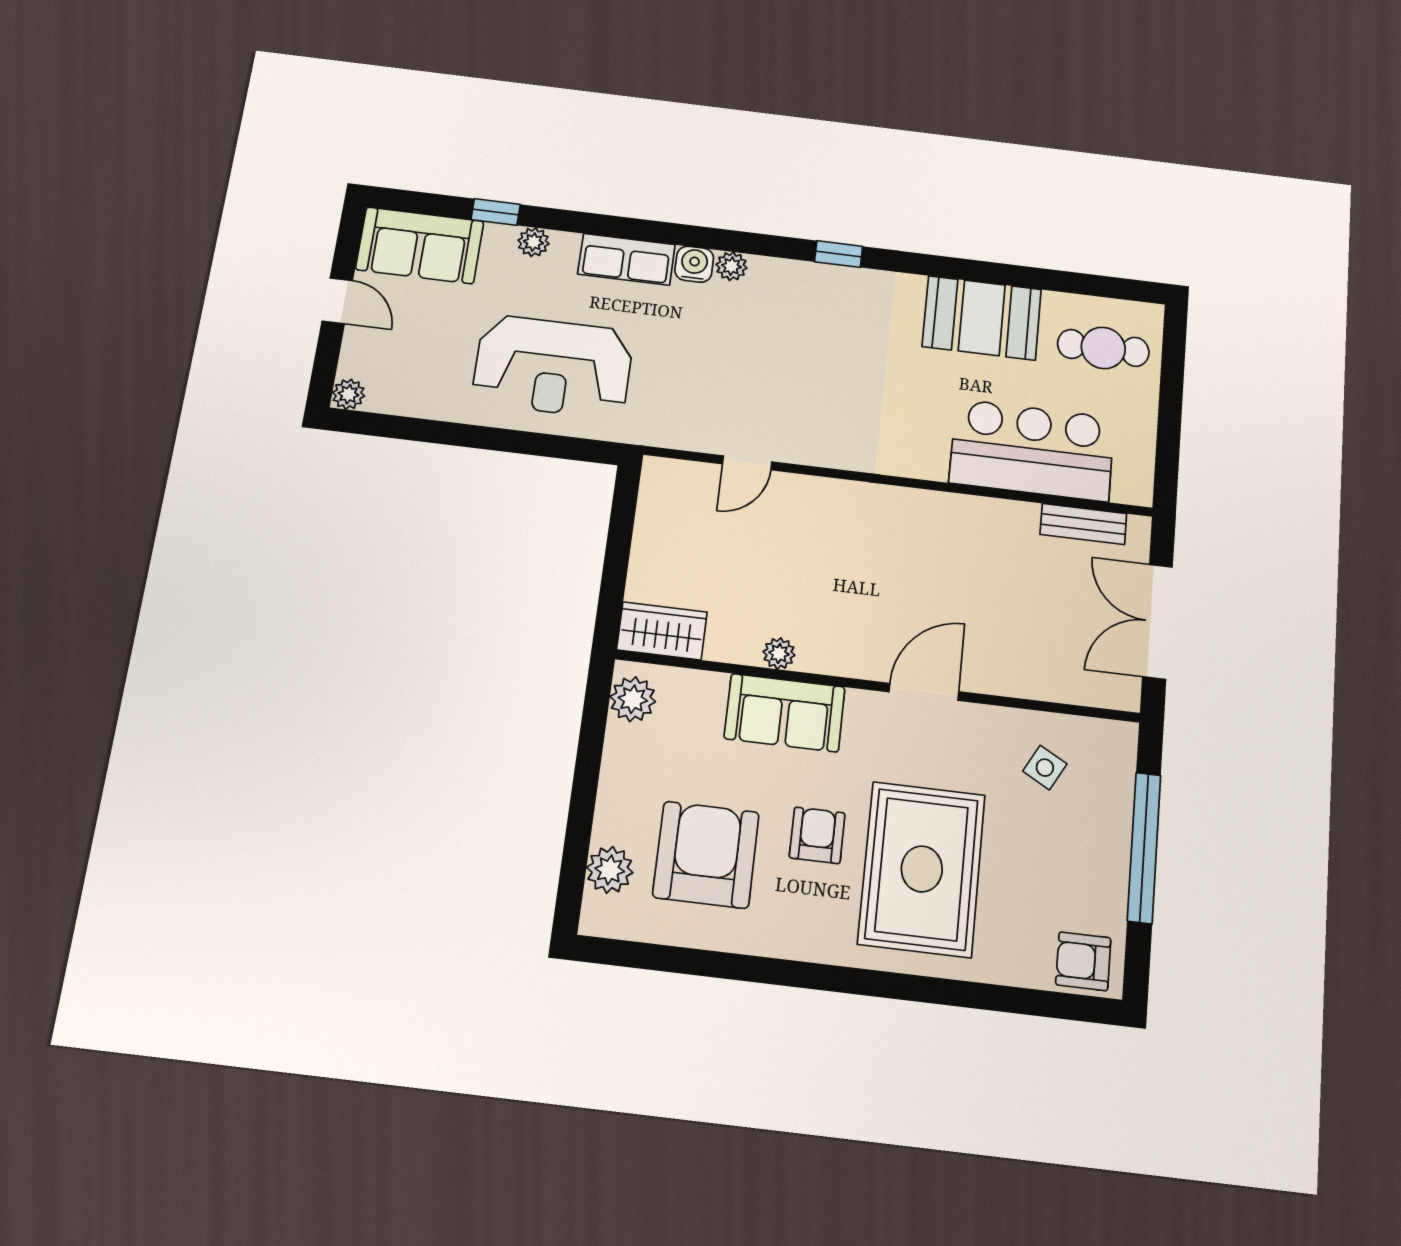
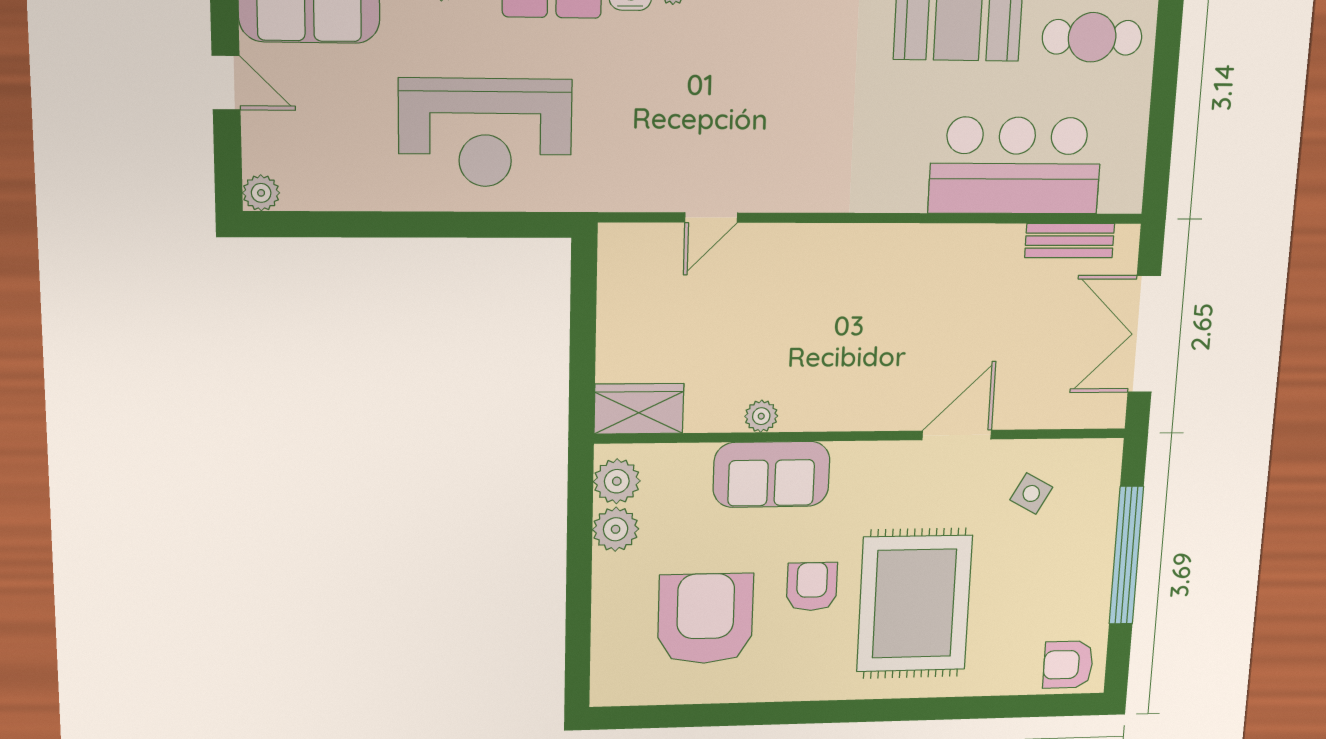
door: (924, 692) -> (957, 435), moved
plant: (610, 870) -> (616, 529), moved

